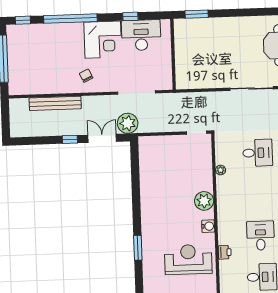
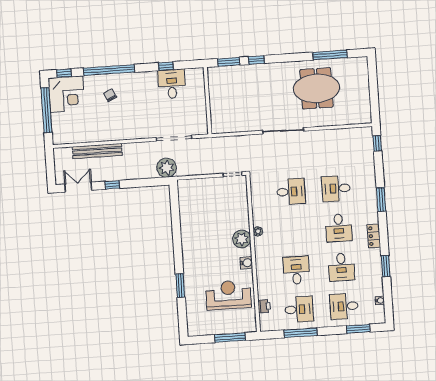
window: (226, 13) -> (256, 60), added
desk: (141, 35) -> (172, 84), width x0.73
corner desk: (103, 40) -> (66, 94), moved
chair: (86, 76) -> (110, 95), moved
double door: (102, 138) -> (78, 187), moved
plant: (221, 170) -> (258, 231), moved
printer: (225, 252) -> (264, 306), moved

